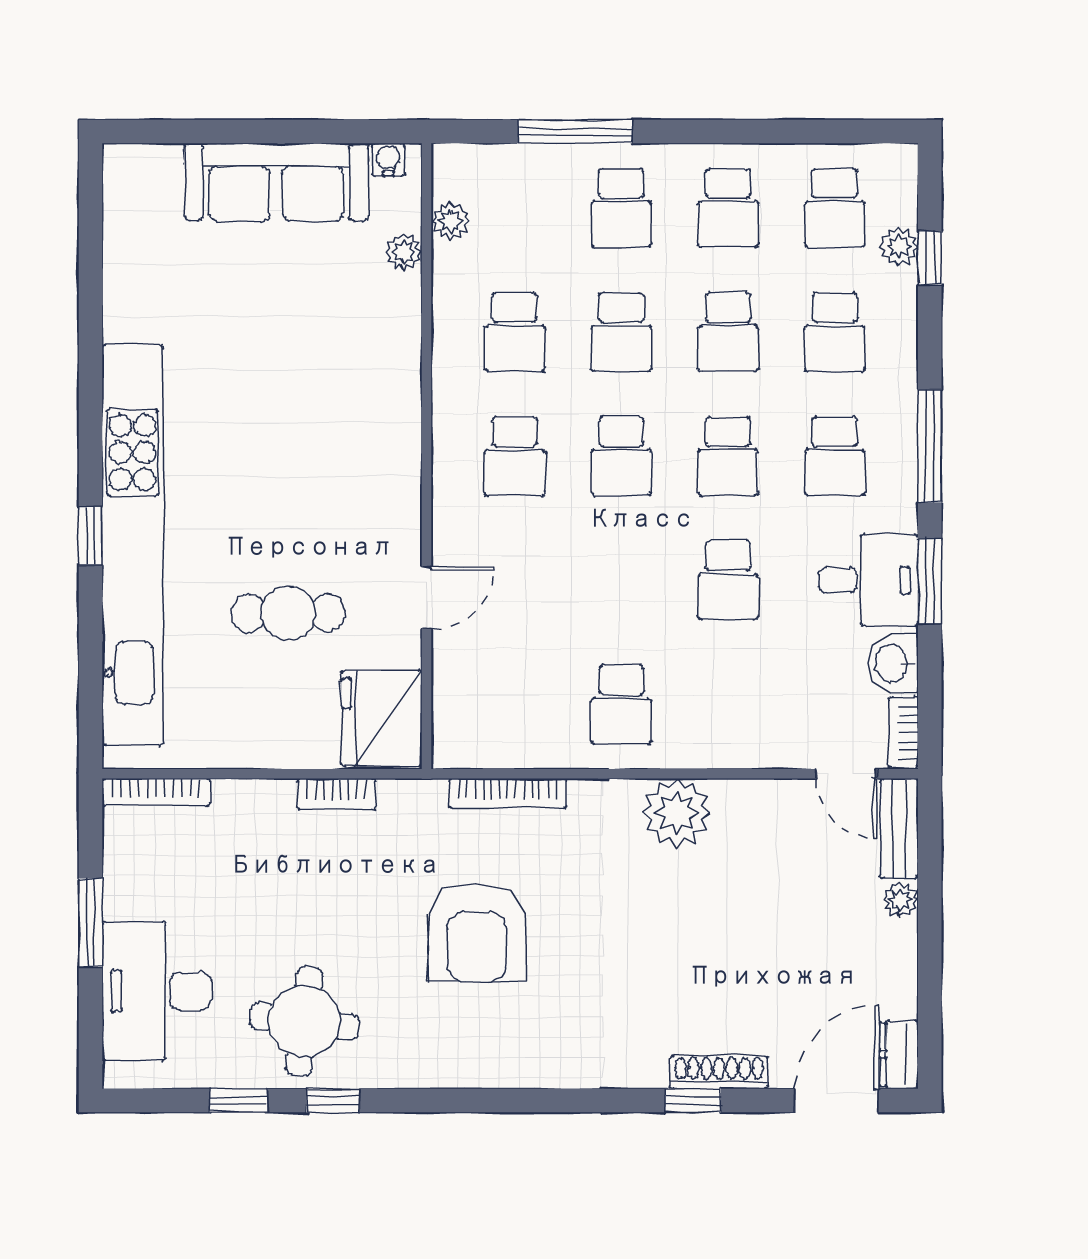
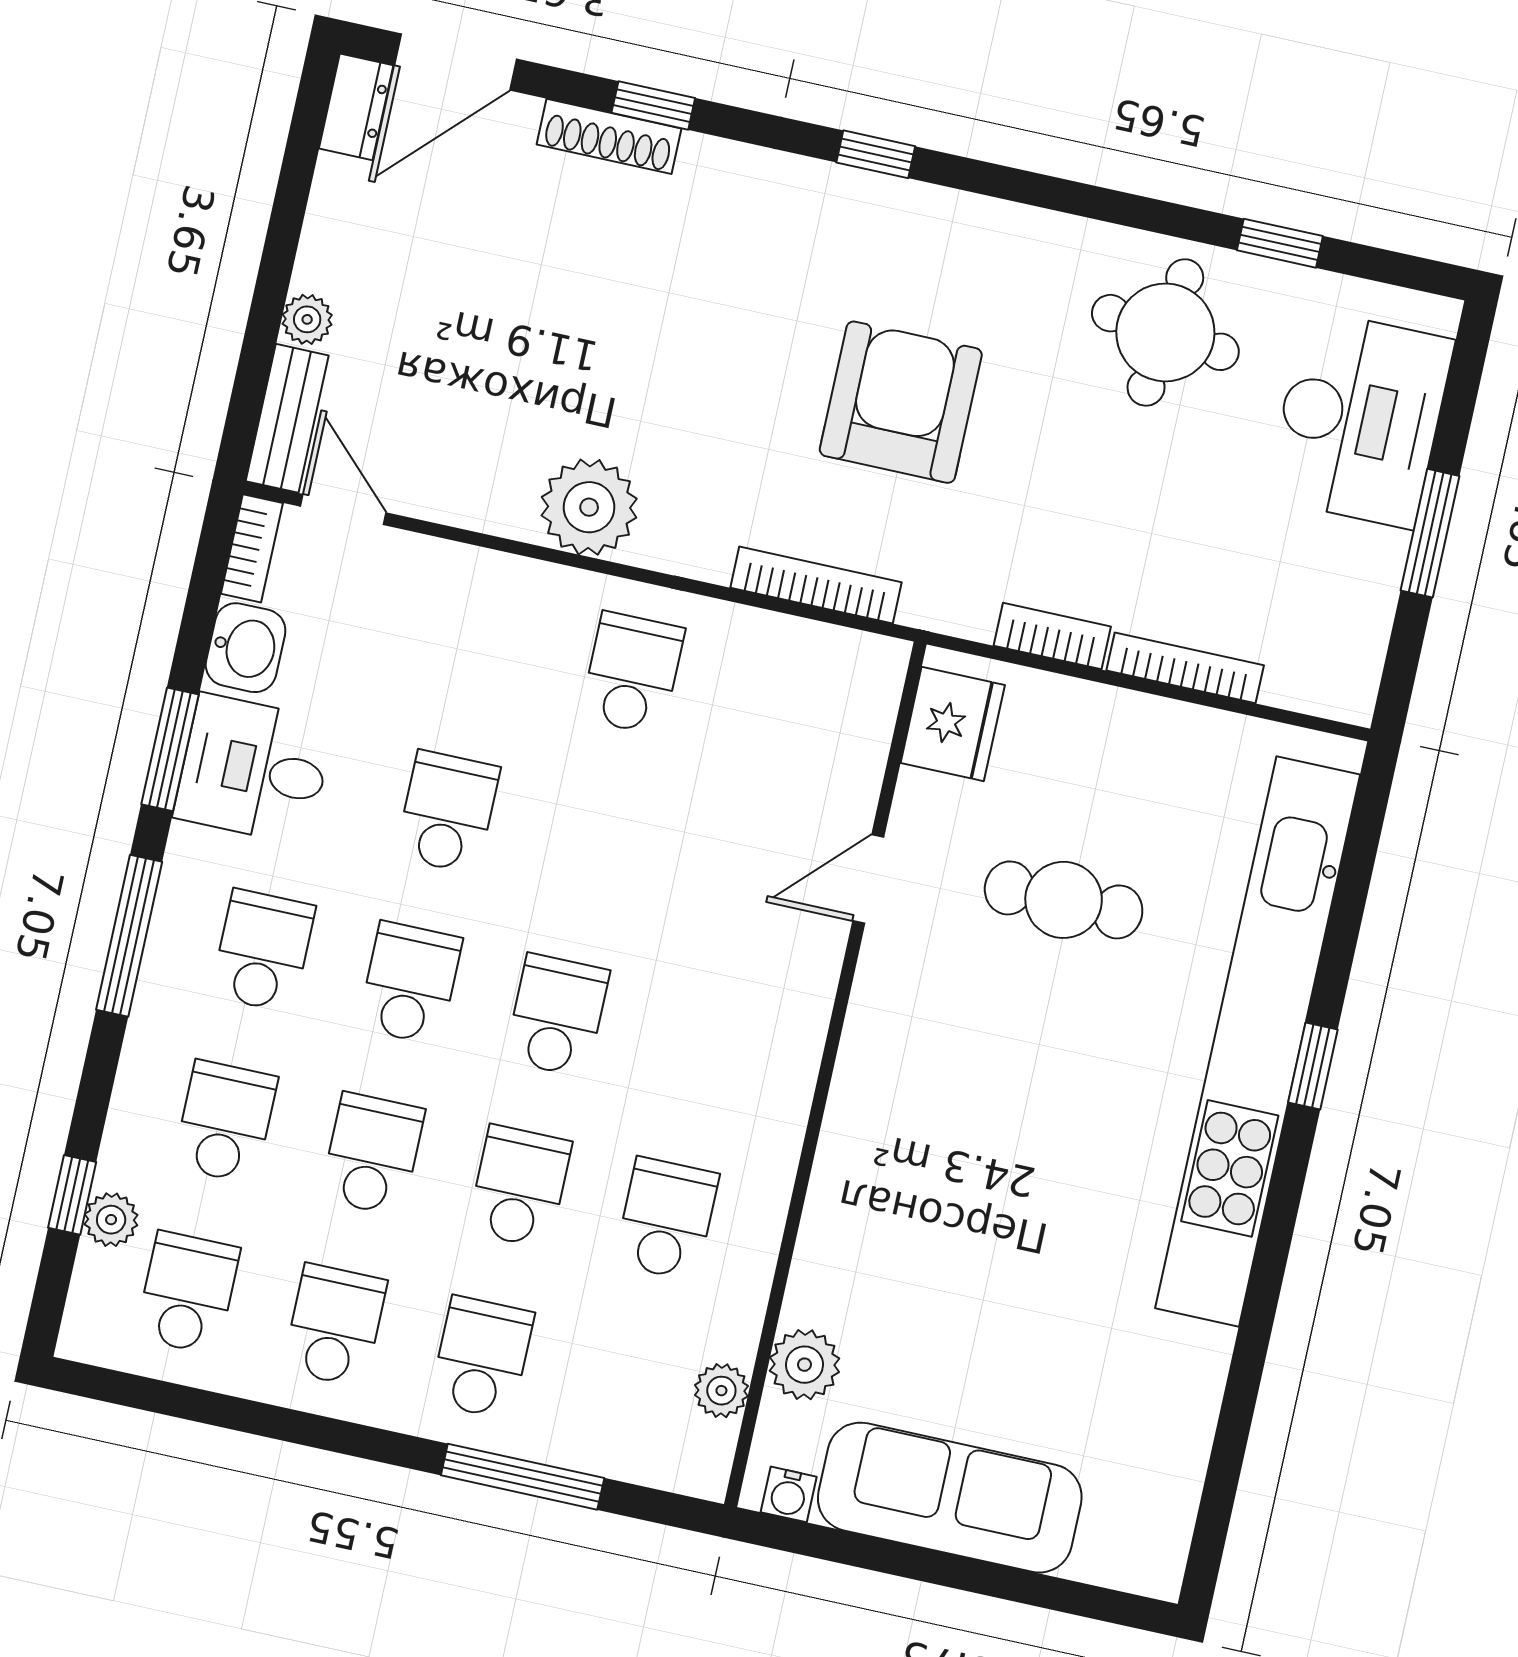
plant: (404, 252) -> (804, 1365), width x1.38, depth x1.38
school desk: (515, 456) -> (704, 1048), removed
fridge: (382, 718) -> (953, 724), width x0.73, depth x0.75
bookcase: (156, 792) -> (1185, 668), moved
window: (333, 1101) -> (876, 154), moved

